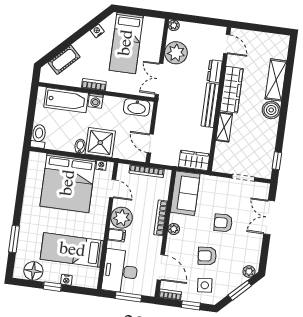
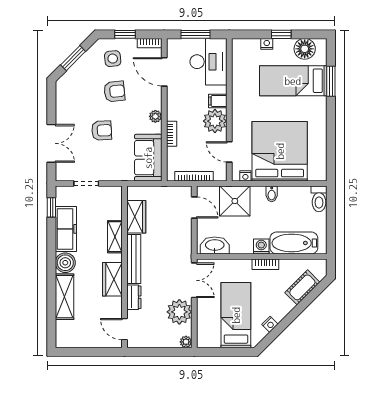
wardrobe: (232, 90) -> (112, 279), width x0.67
freezer: (267, 140) -> (66, 229), added
shower: (100, 143) -> (235, 201), moved
wardrobe: (194, 160) -> (136, 217), moved, turned -90
bookcase: (161, 218) -> (172, 134), width x0.64
bed: (72, 250) -> (293, 81), moved, turned 180
plant: (249, 272) -> (66, 80), removed

